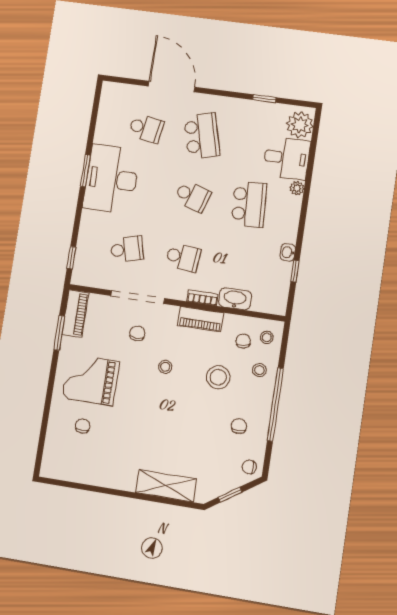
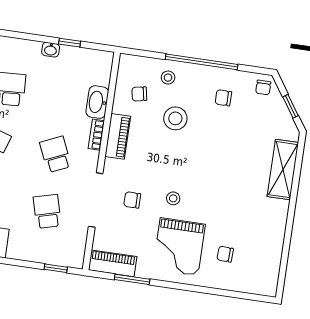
school desk: (183, 257) -> (56, 154), turned -30
stool: (267, 337) -> (136, 70), removed
stool: (165, 367) -> (173, 198), moved

